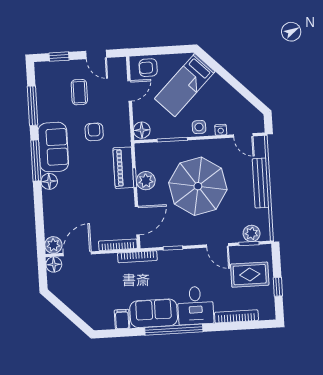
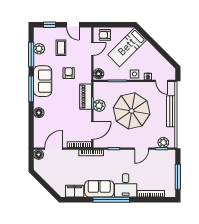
floor lamp: (49, 181) -> (39, 113), moved
plant: (53, 245) -> (39, 49), moved
door: (217, 245) -> (142, 149), hinge flipped
rug: (250, 275) -> (161, 168), removed
window: (278, 287) -> (178, 177), width x2.17
filing cabinet: (122, 319) -> (75, 191), width x2.00

